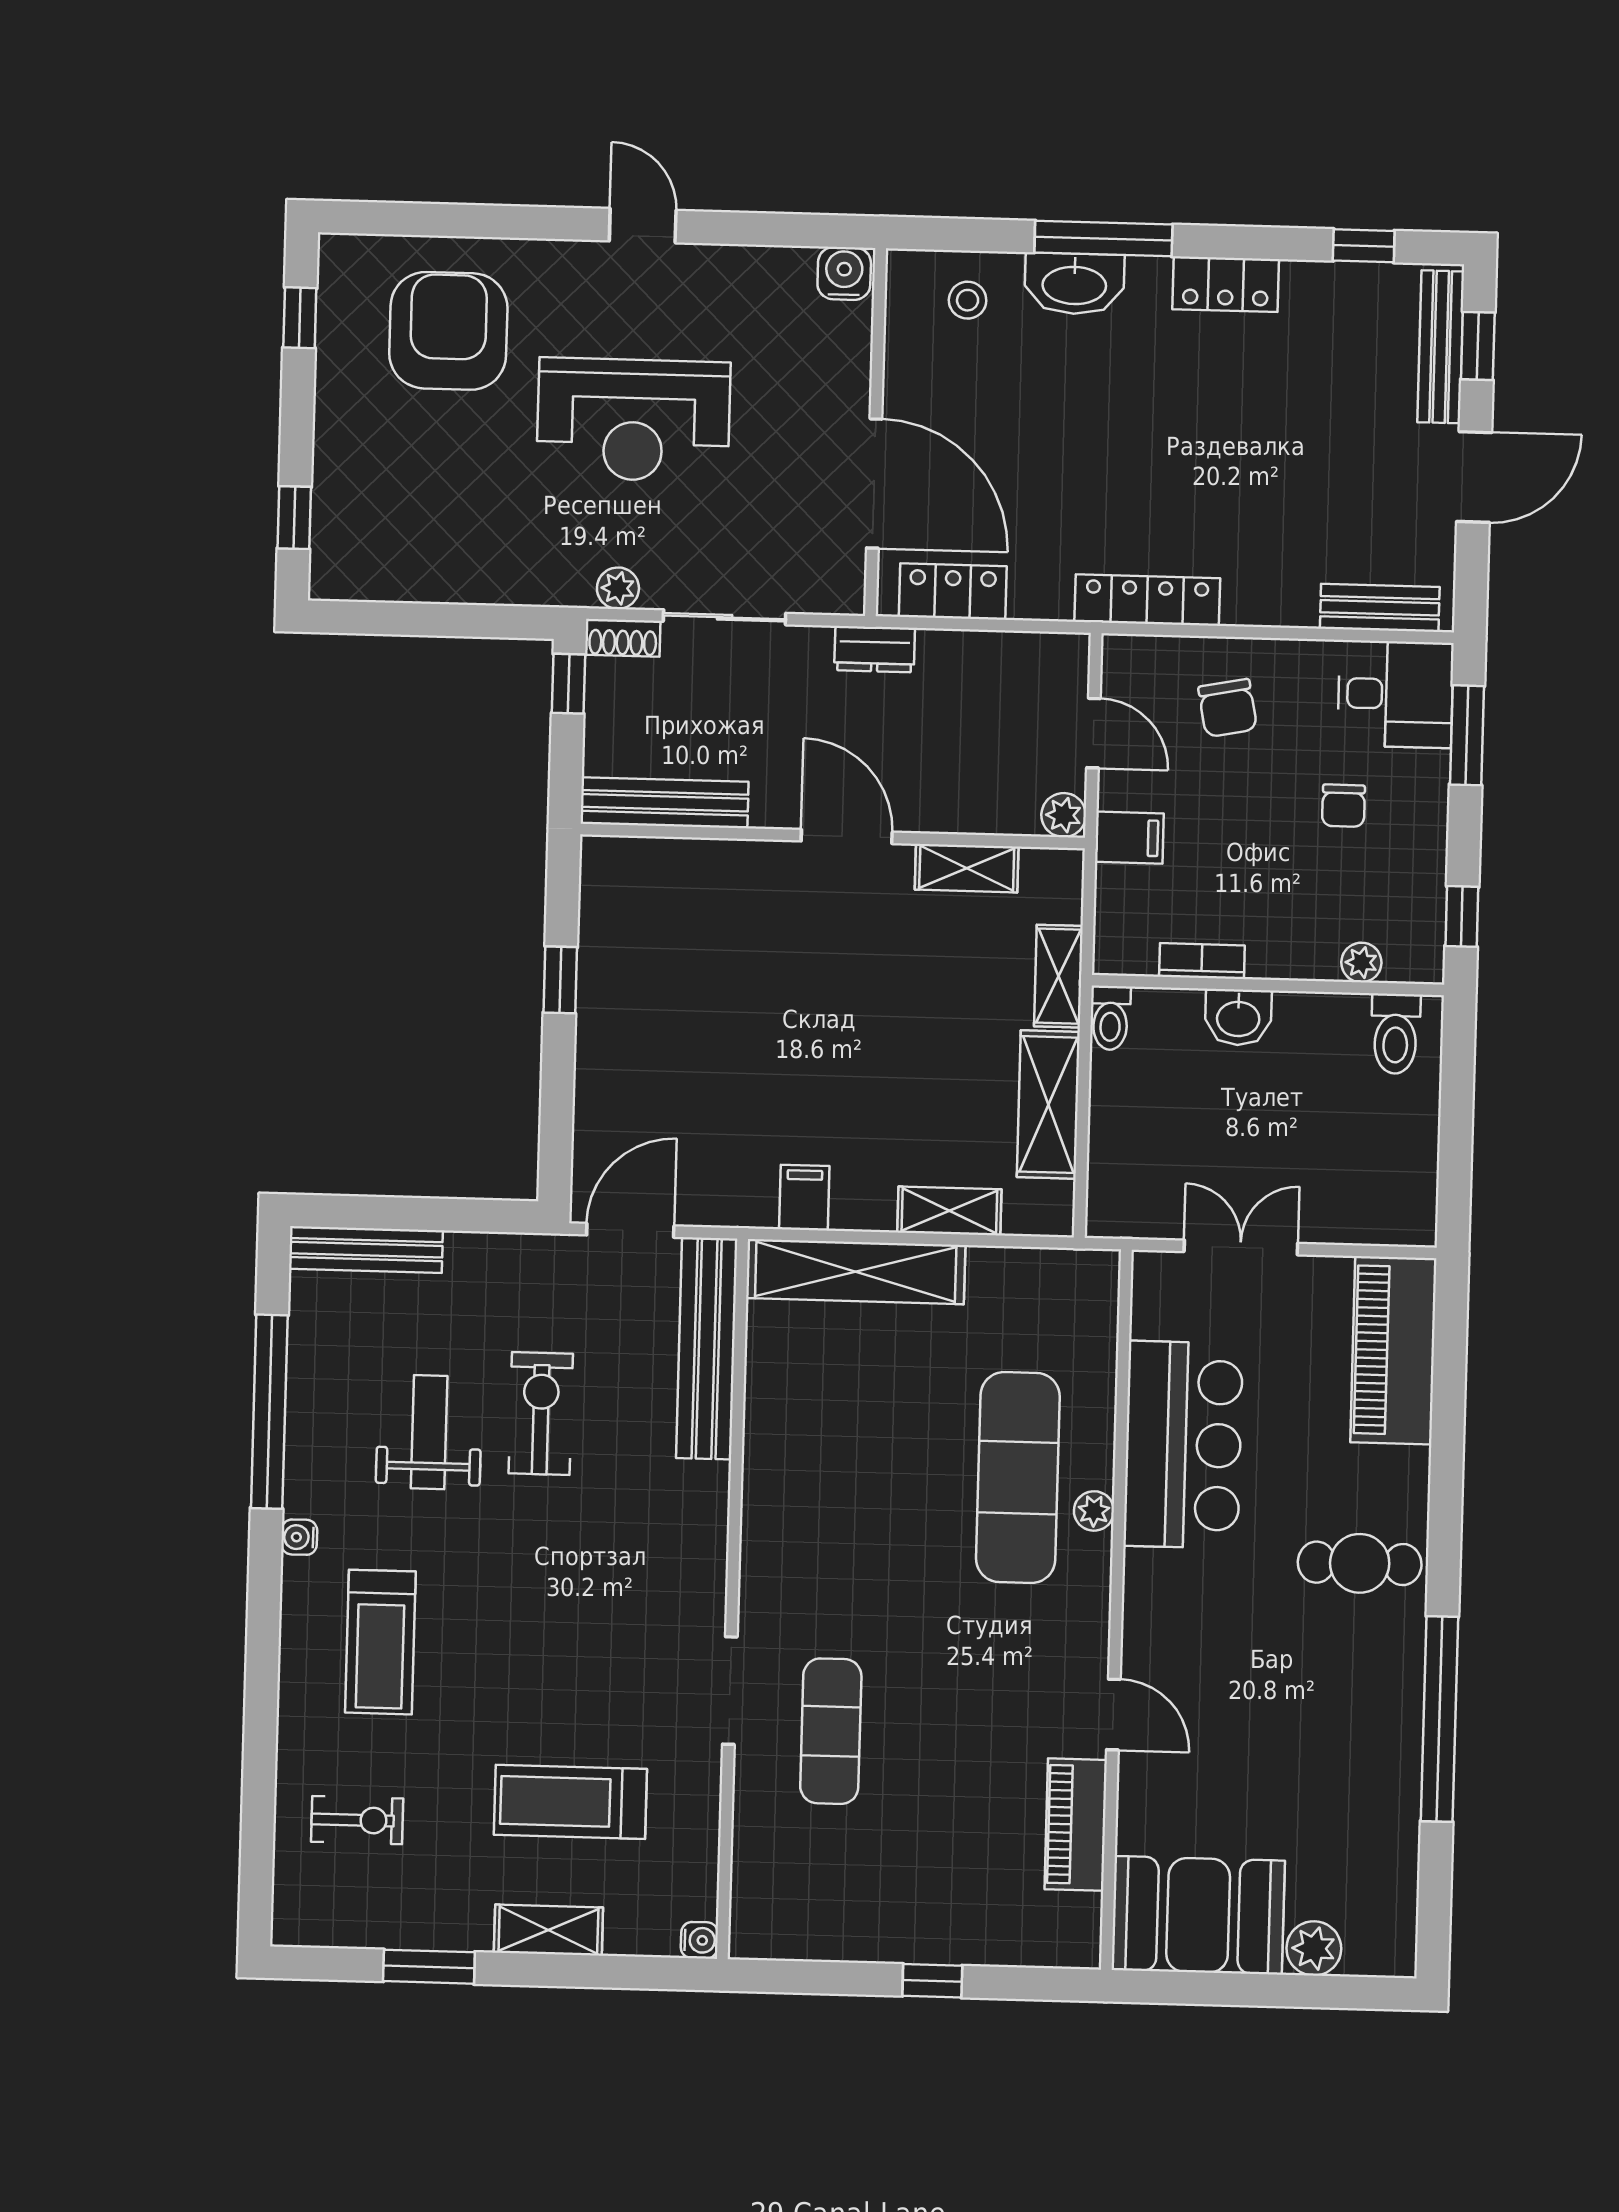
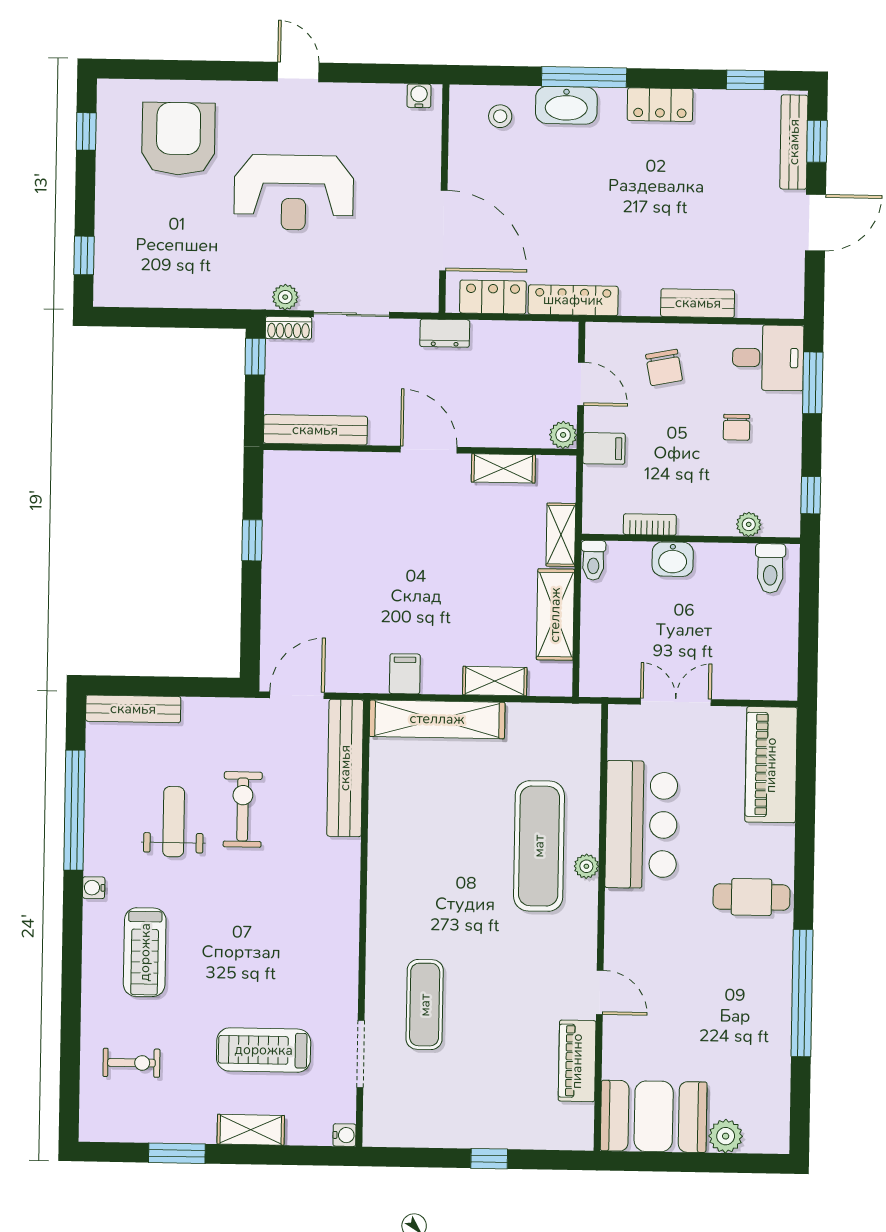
water cooler: (844, 273) -> (419, 96), width x0.72, depth x0.72
locker: (1147, 600) -> (573, 300), moved
bench: (1380, 608) -> (698, 303), moved
doorway: (730, 1691) -> (360, 1054), moved

